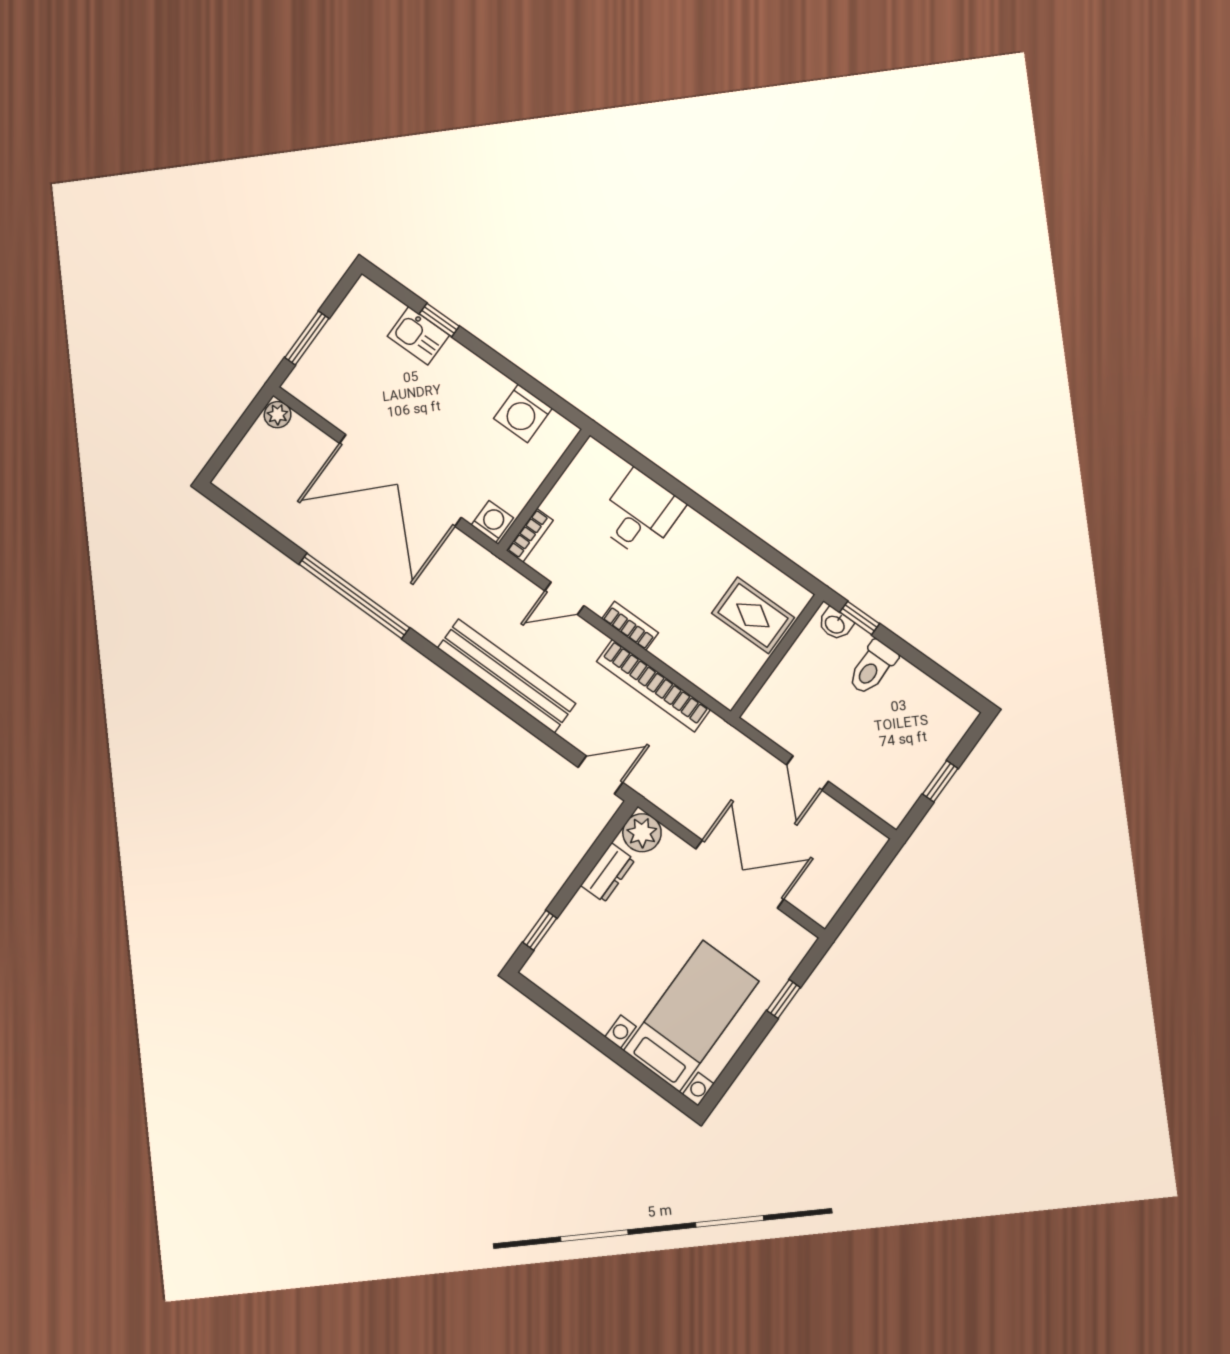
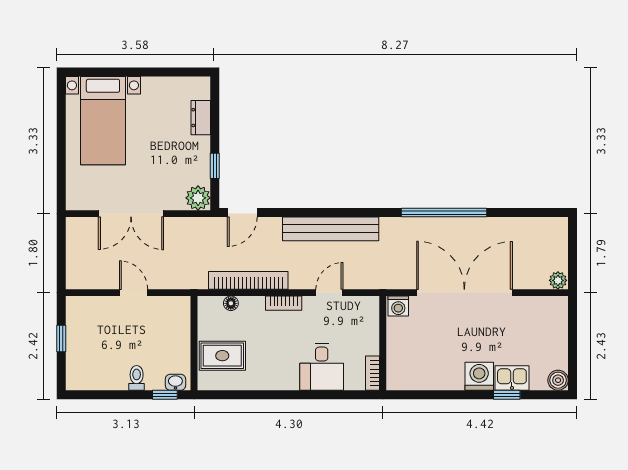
boiler: (365, 294) -> (558, 380), added
window: (307, 338) -> (573, 334), removed
washing machine: (523, 413) -> (479, 376), moved
bookcase: (530, 535) -> (373, 373), moved
toilet: (872, 668) -> (137, 378), width x0.73, depth x0.72
floor lamp: (695, 673) -> (231, 303), added
dresser: (608, 873) -> (201, 118), moved
window: (540, 930) -> (215, 166), moved
window: (784, 999) -> (61, 165), removed

